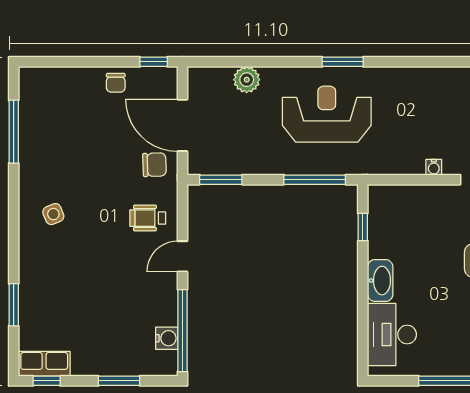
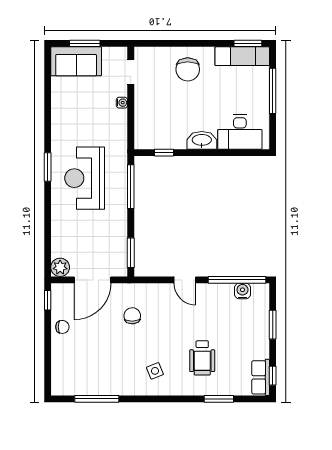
plant: (247, 80) -> (60, 267), moved
chair: (154, 165) -> (132, 316), moved
wheelchair: (148, 218) -> (202, 358), moved, width x1.36, depth x1.37

